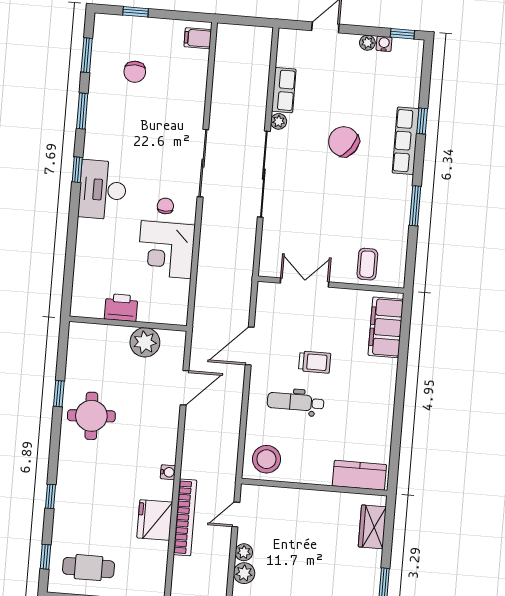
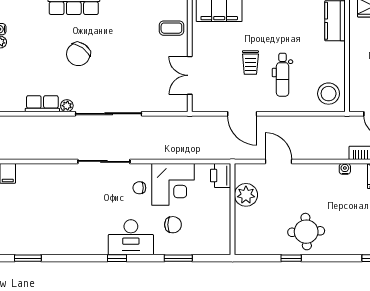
chair: (135, 72) -> (173, 225), moved
window: (82, 111) -> (178, 258), moved
printer: (121, 307) -> (221, 176), moved
trolley: (315, 362) -> (250, 63), turned 180

